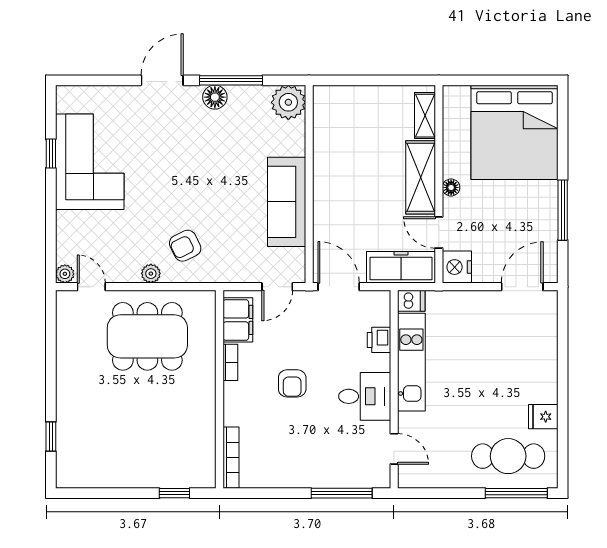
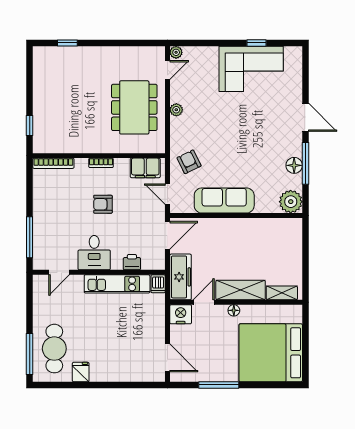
floor lamp: (215, 97) -> (294, 165), moved
armchair: (185, 246) -> (189, 162), moved
bookcase: (230, 362) -> (101, 163), moved

